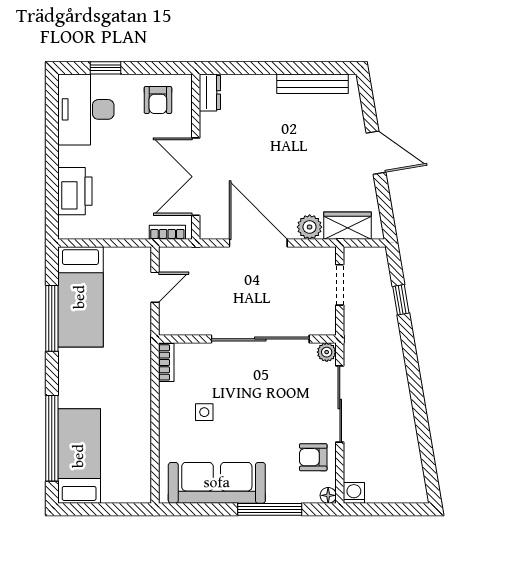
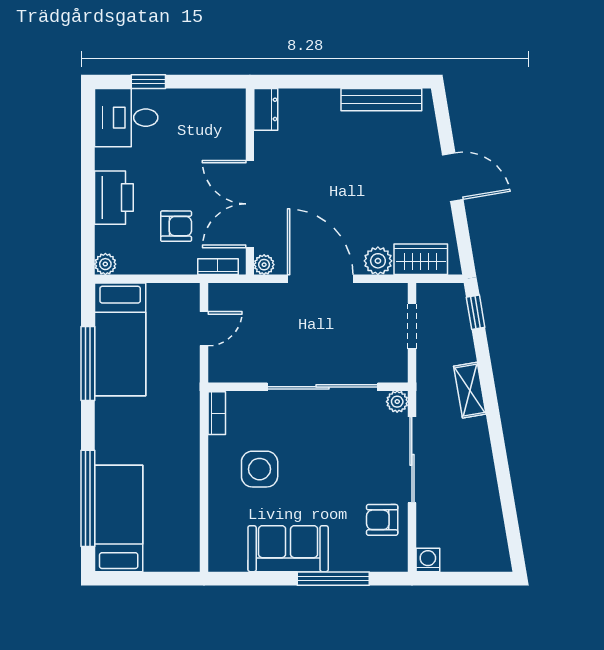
armchair: (158, 100) -> (176, 226), moved, turned -90
desk: (86, 109) -> (126, 118), width x0.73
printer: (75, 191) -> (114, 198), moved
plant: (67, 230) -> (105, 264), added
plant: (208, 230) -> (264, 265), added
window: (401, 300) -> (476, 312), moved
shelving: (391, 342) -> (470, 390), added
side table: (204, 412) -> (260, 469), width x1.87, depth x1.87
sofa: (217, 483) -> (288, 549), width x0.73
floor lamp: (328, 495) -> (399, 563), removed

